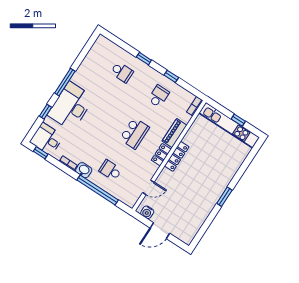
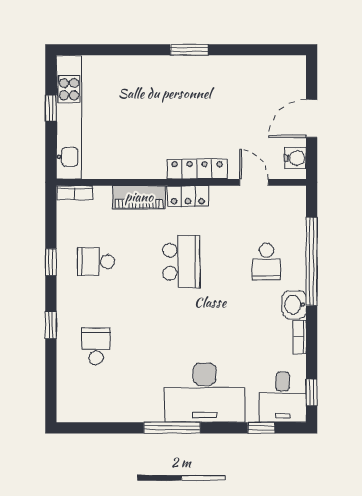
window: (46, 112) -> (261, 428), moved
school desk: (134, 133) -> (181, 262), turned 90
locker: (177, 156) -> (197, 169), moved
door: (160, 231) -> (312, 118), swing flipped

